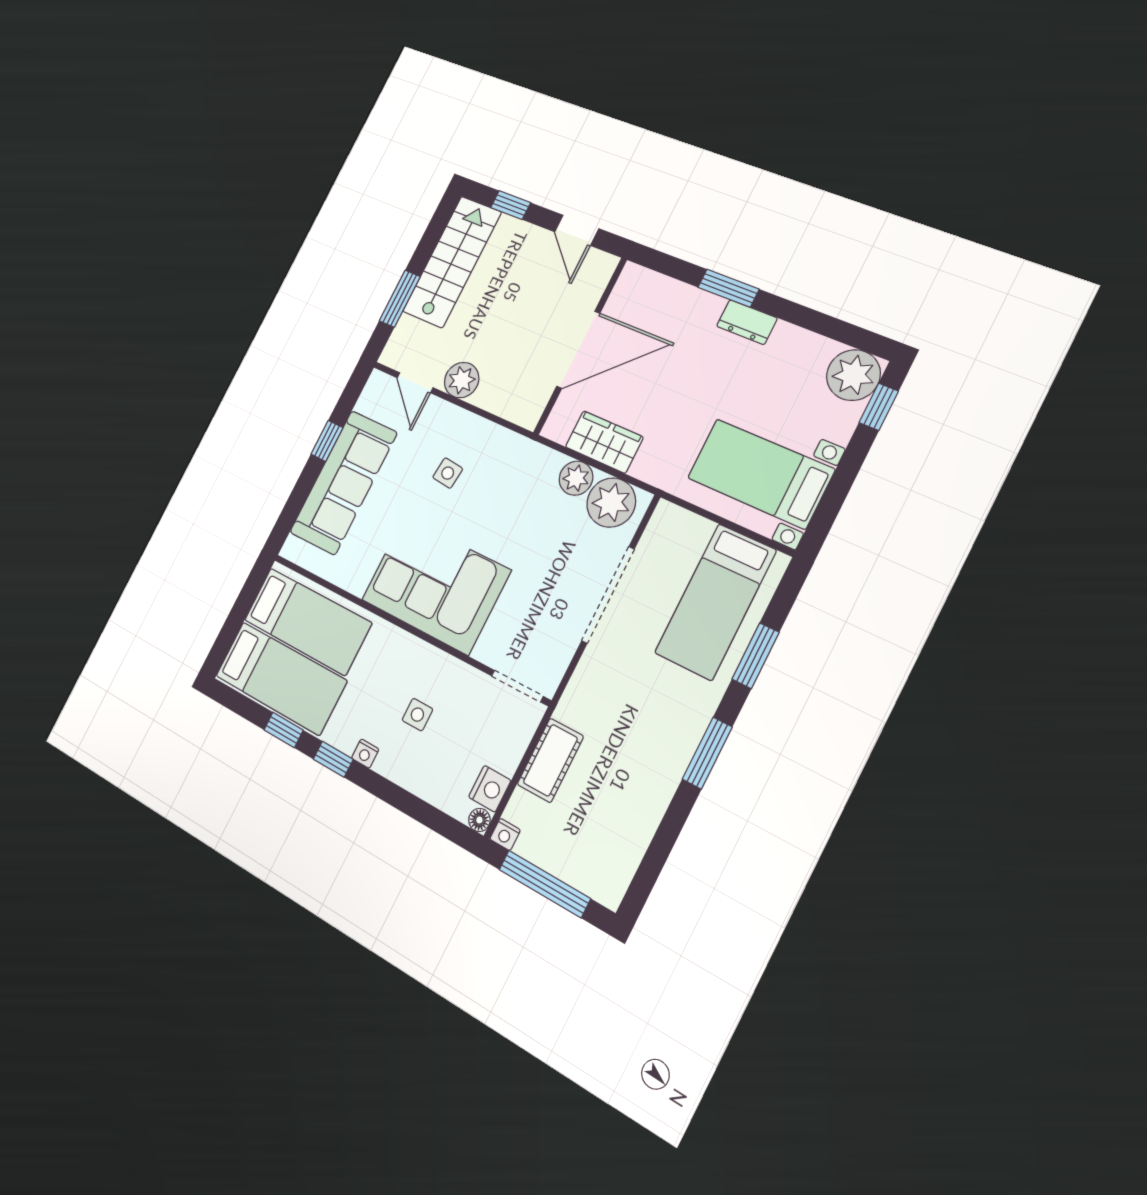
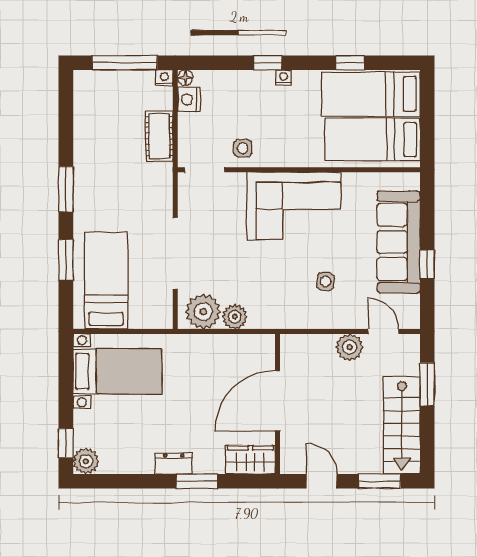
window: (511, 205) -> (379, 481), width x1.50
plant: (853, 375) -> (86, 461), width x0.73, depth x0.73
wardrobe: (604, 442) -> (250, 460), moved, turned 180
side table: (417, 715) -> (243, 148), moved
window: (333, 759) -> (268, 63), moved

